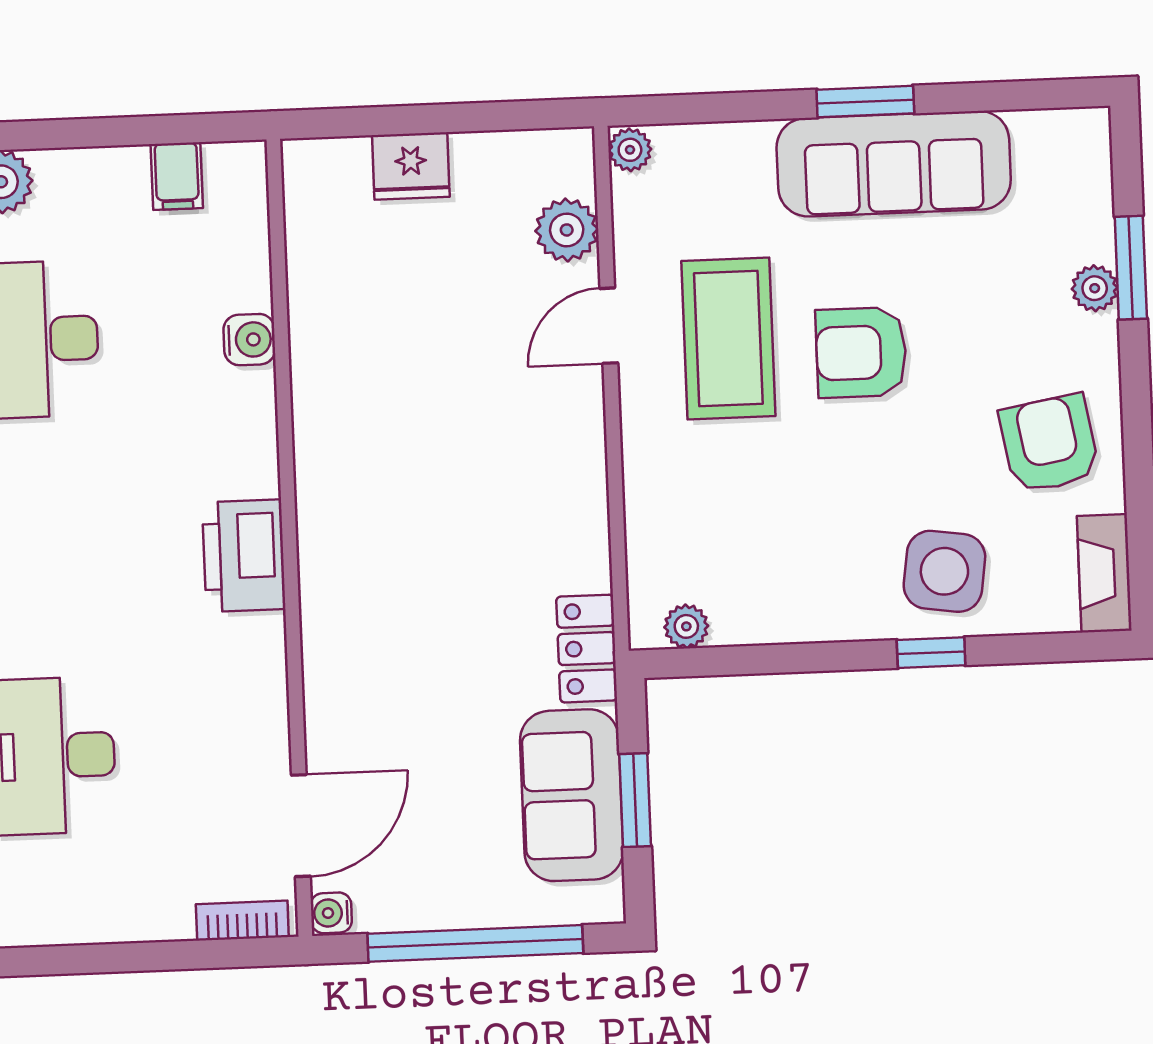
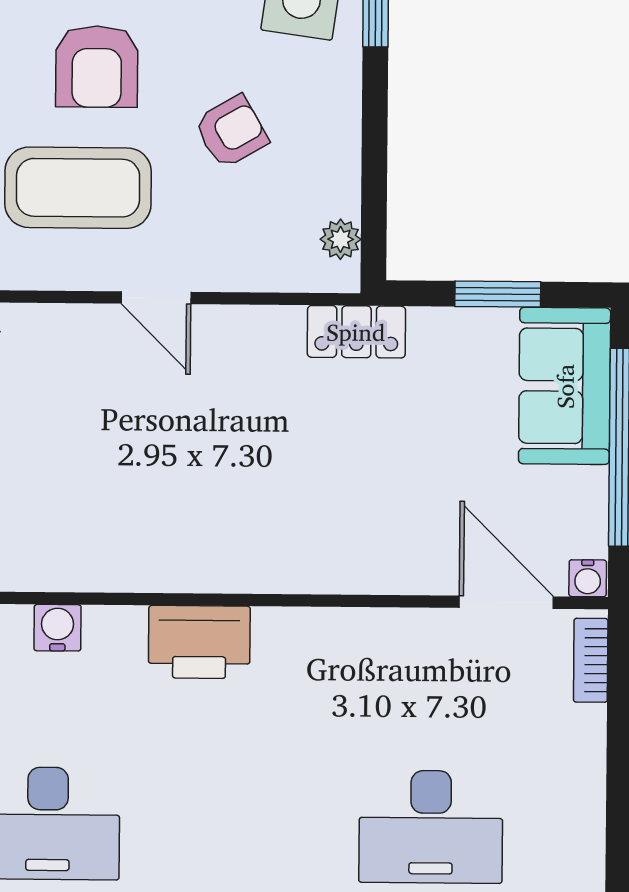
door: (609, 326) -> (156, 298), moved
armchair: (798, 502) -> (231, 132), added
printer: (244, 556) -> (199, 642), moved
sofa: (572, 795) -> (565, 386), moved, turned 90

